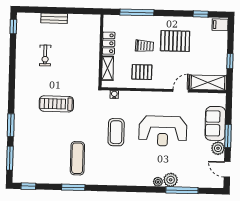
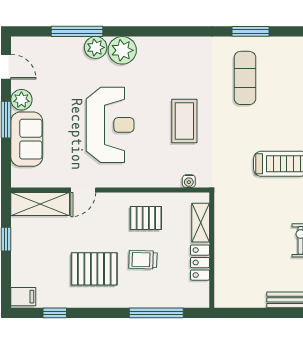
reception desk: (163, 131) -> (110, 125), turned 90
plant: (158, 182) -> (122, 50), width x1.87, depth x1.87

